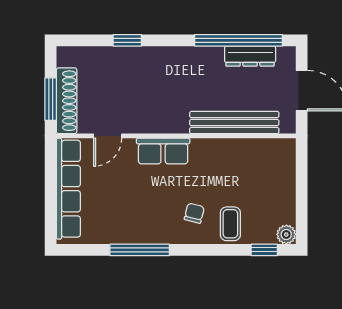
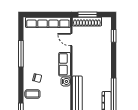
window: (127, 40) -> (114, 36), moved
water cooler: (202, 149) -> (66, 81), added

